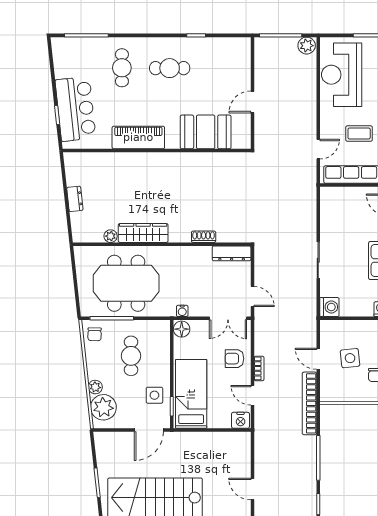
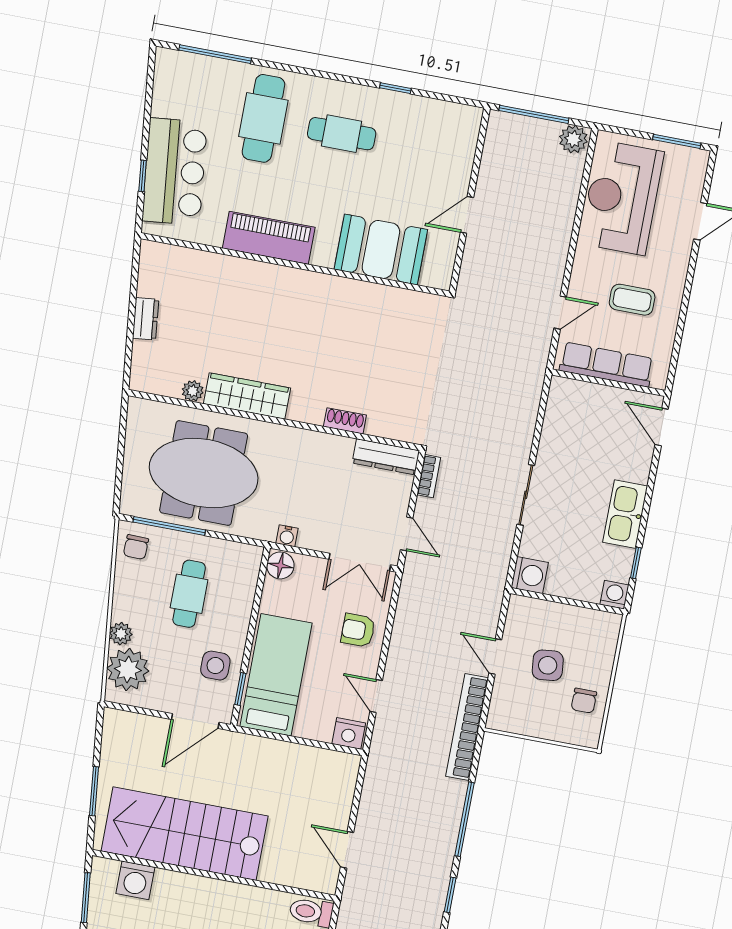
cafe table: (122, 68) -> (263, 118), width x1.37, depth x1.35
bookcase: (259, 368) -> (429, 476), moved

